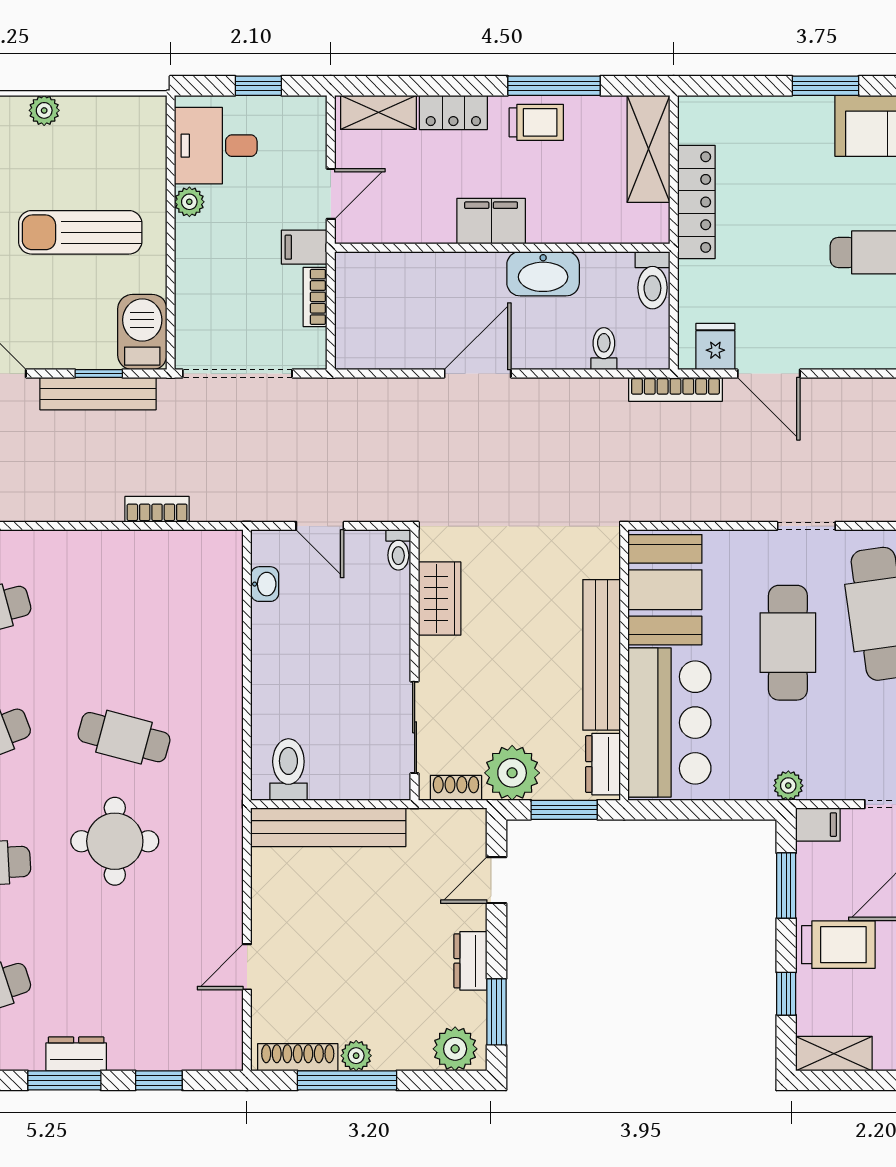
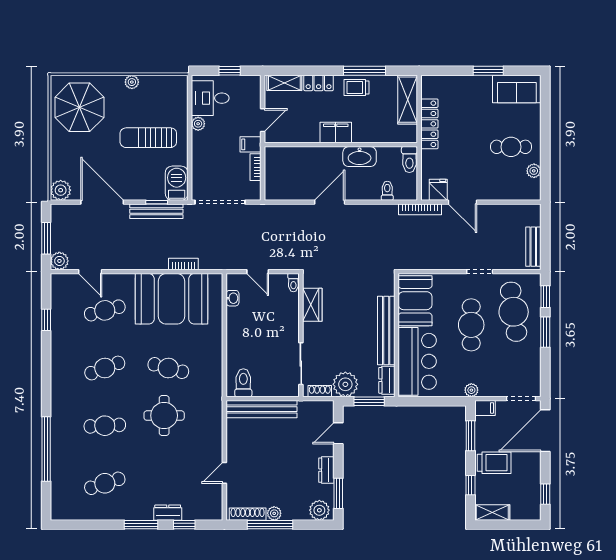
trolley: (536, 122) -> (356, 88), turned 180
booth: (131, 585) -> (171, 299), added
dresser: (76, 1054) -> (168, 513), moved

